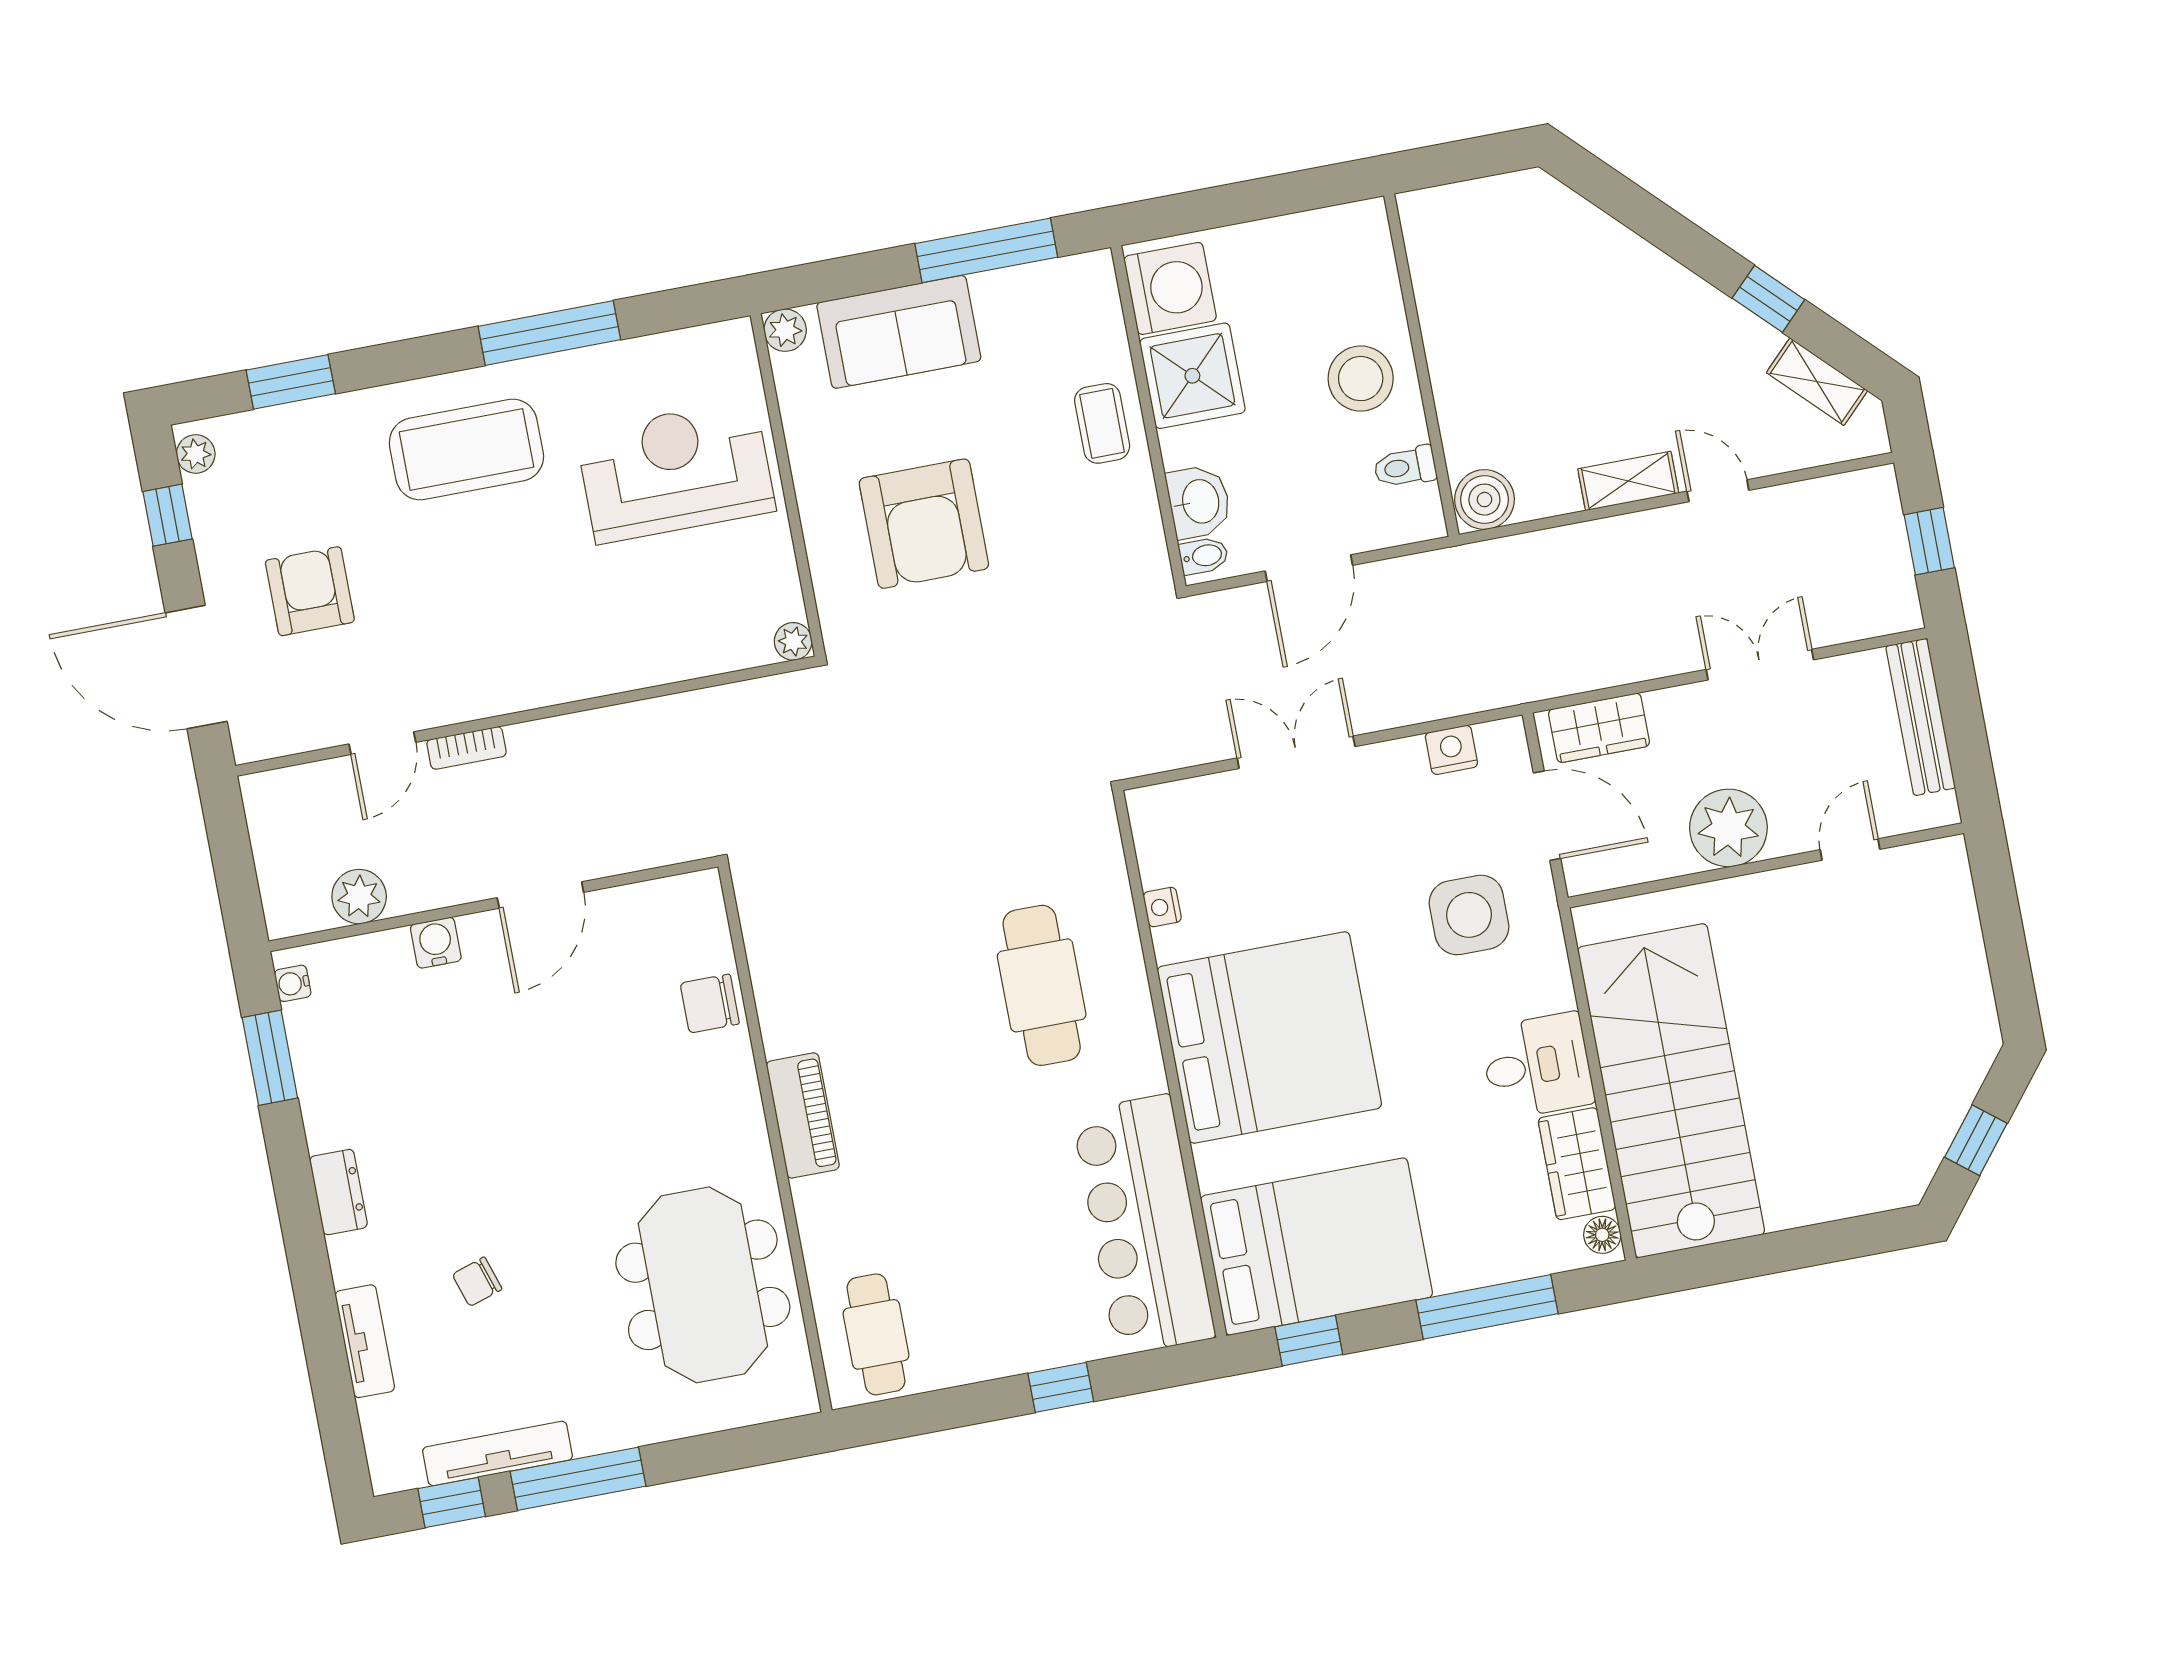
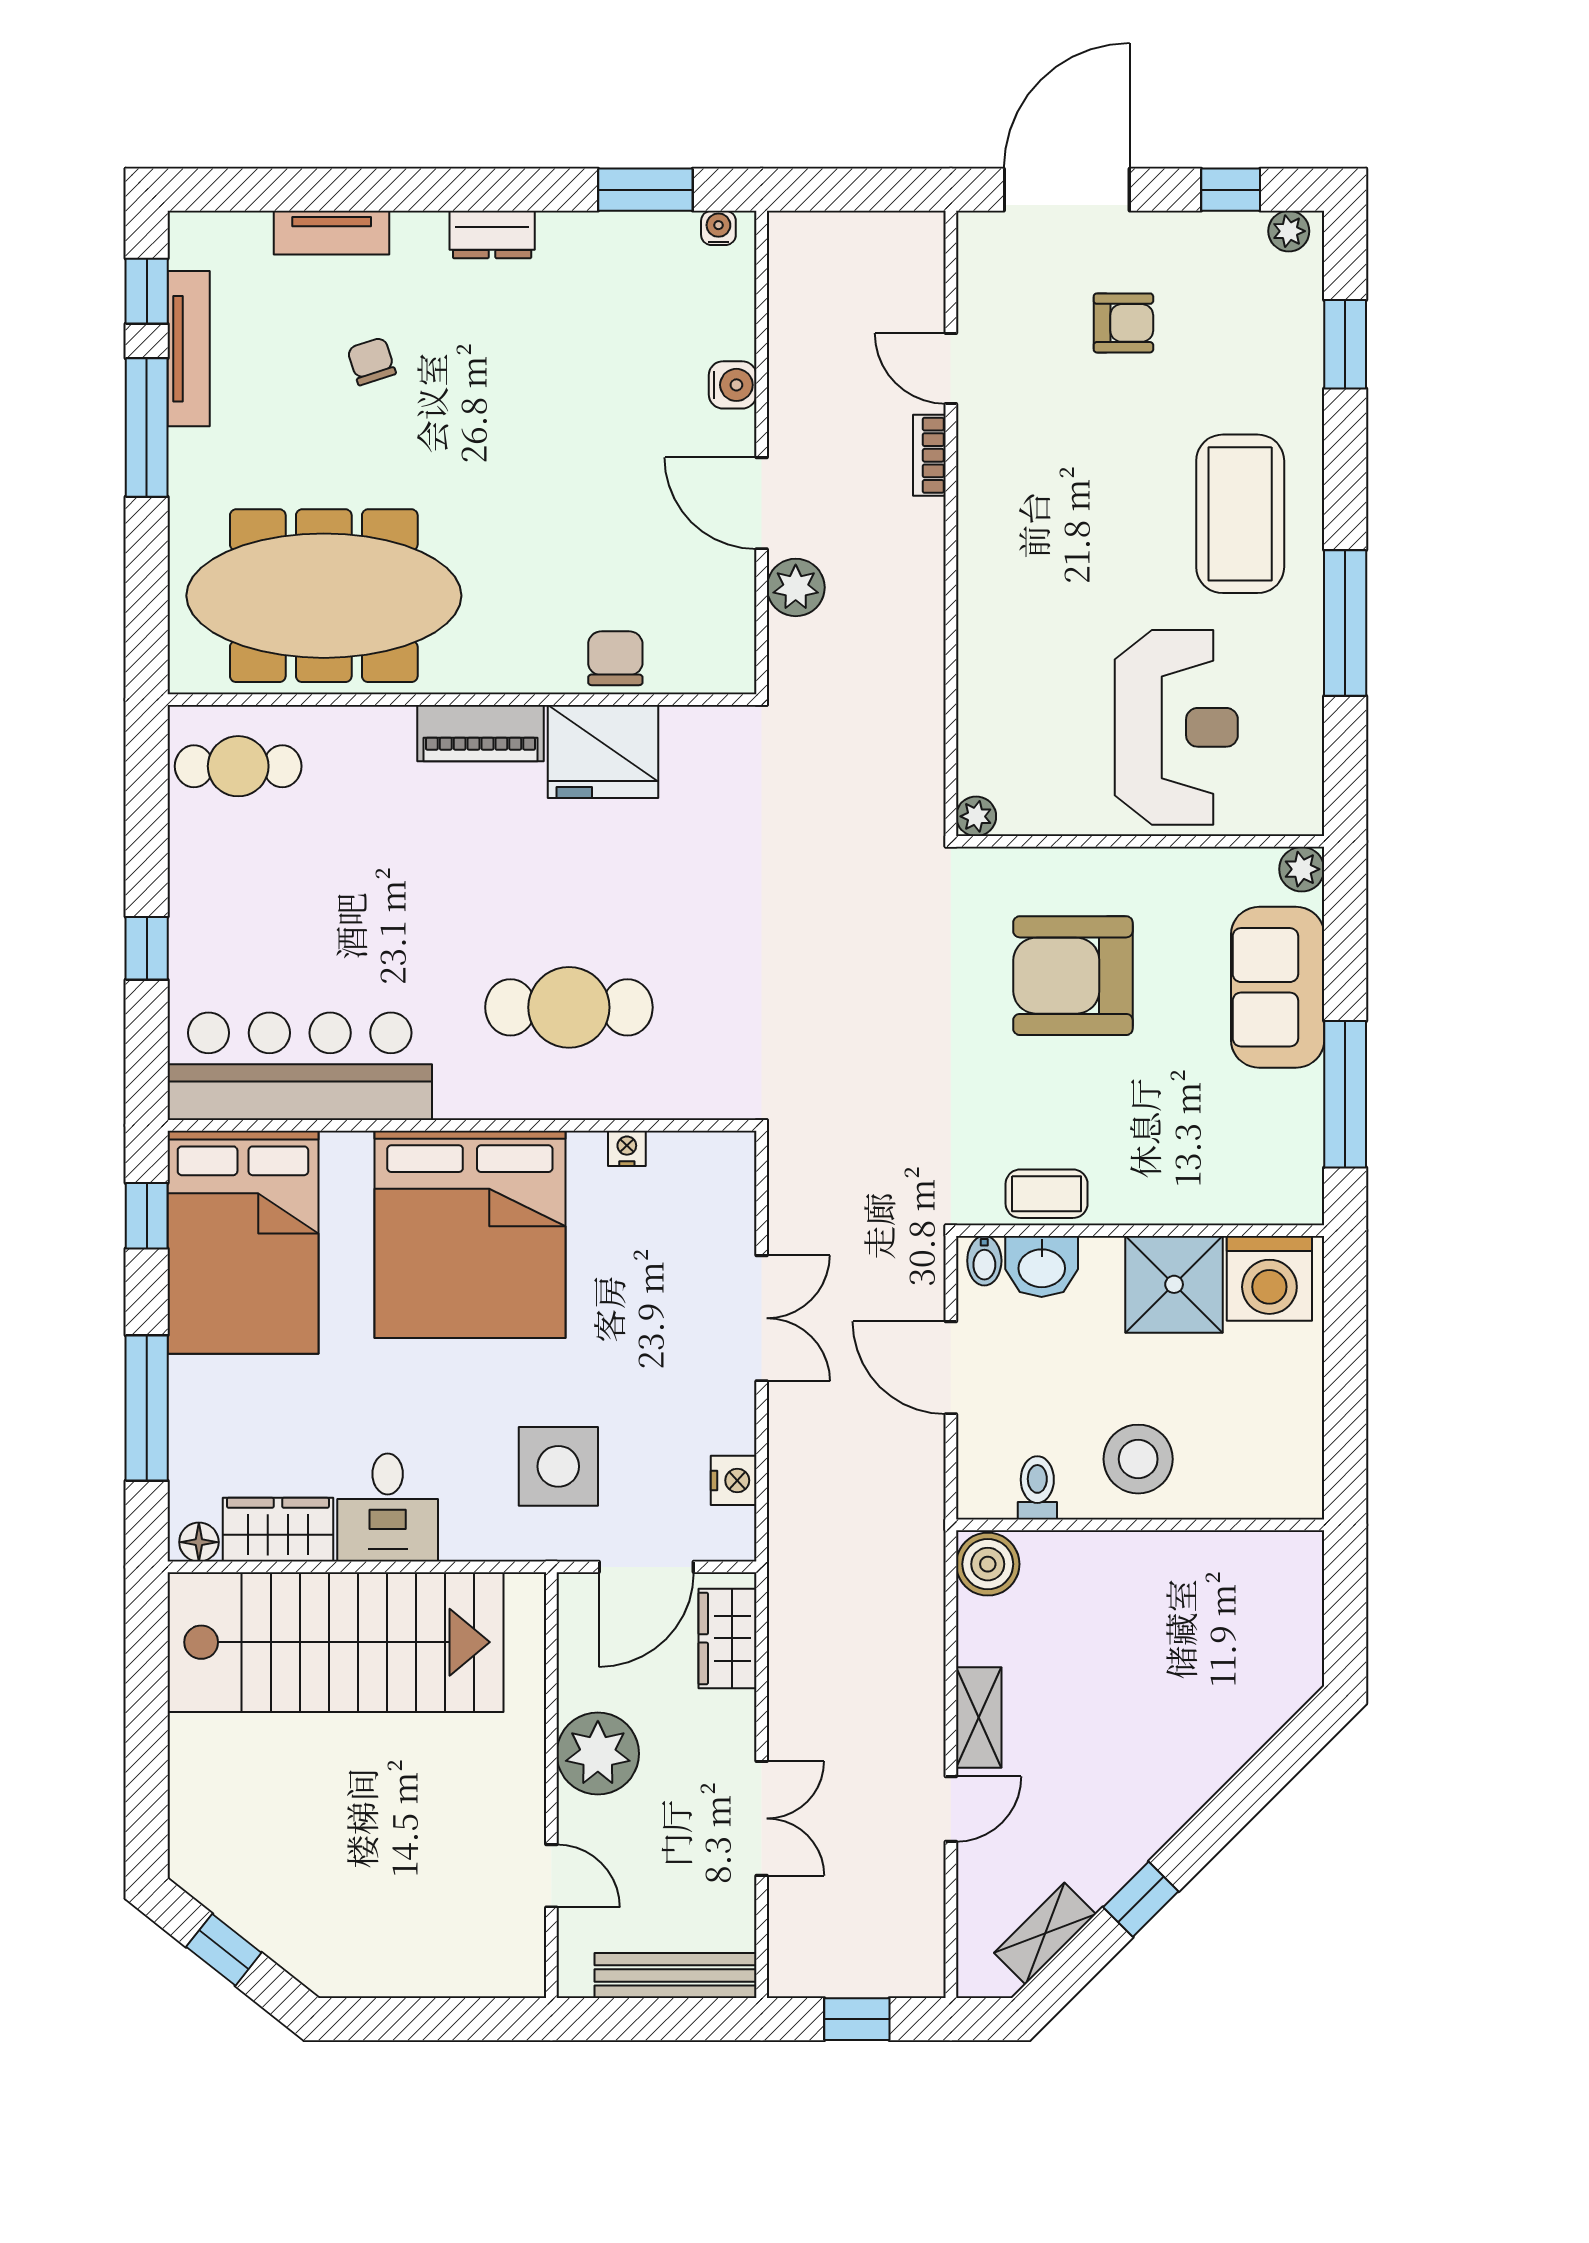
coffee table: (1102, 423) -> (1047, 1194), moved
armchair: (310, 591) -> (1123, 323), width x0.72, depth x0.72
plant: (359, 897) -> (796, 587), moved
fridge: (798, 999) -> (603, 751), added
meeting table: (703, 1285) -> (324, 596), width x1.36

